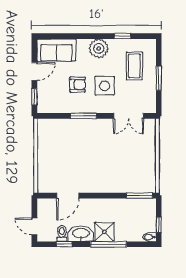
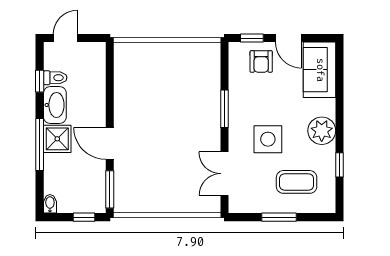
armchair: (77, 85) -> (261, 61), moved
door: (68, 196) -> (110, 143), moved
window: (159, 225) -> (84, 217), moved

